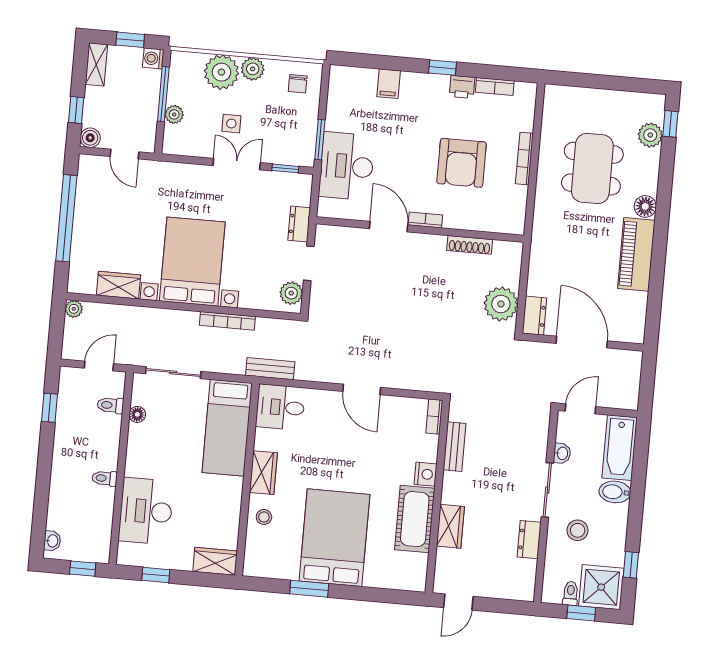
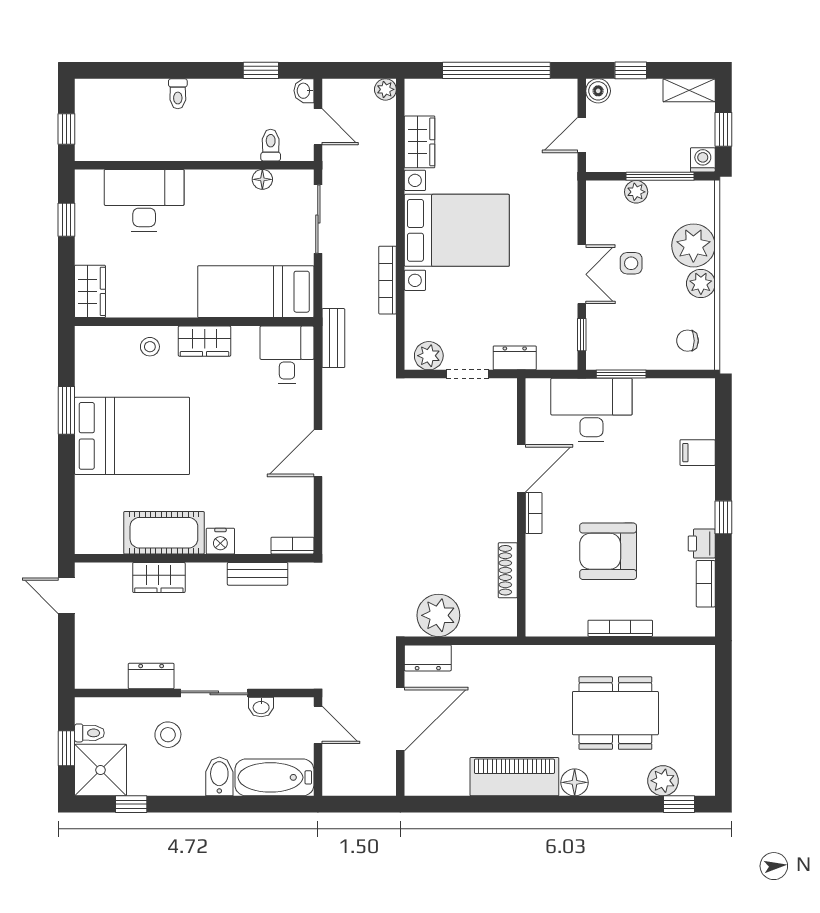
toilet: (104, 478) -> (178, 94), moved, turned 180
washbasin: (52, 541) -> (304, 91), moved, turned 90

